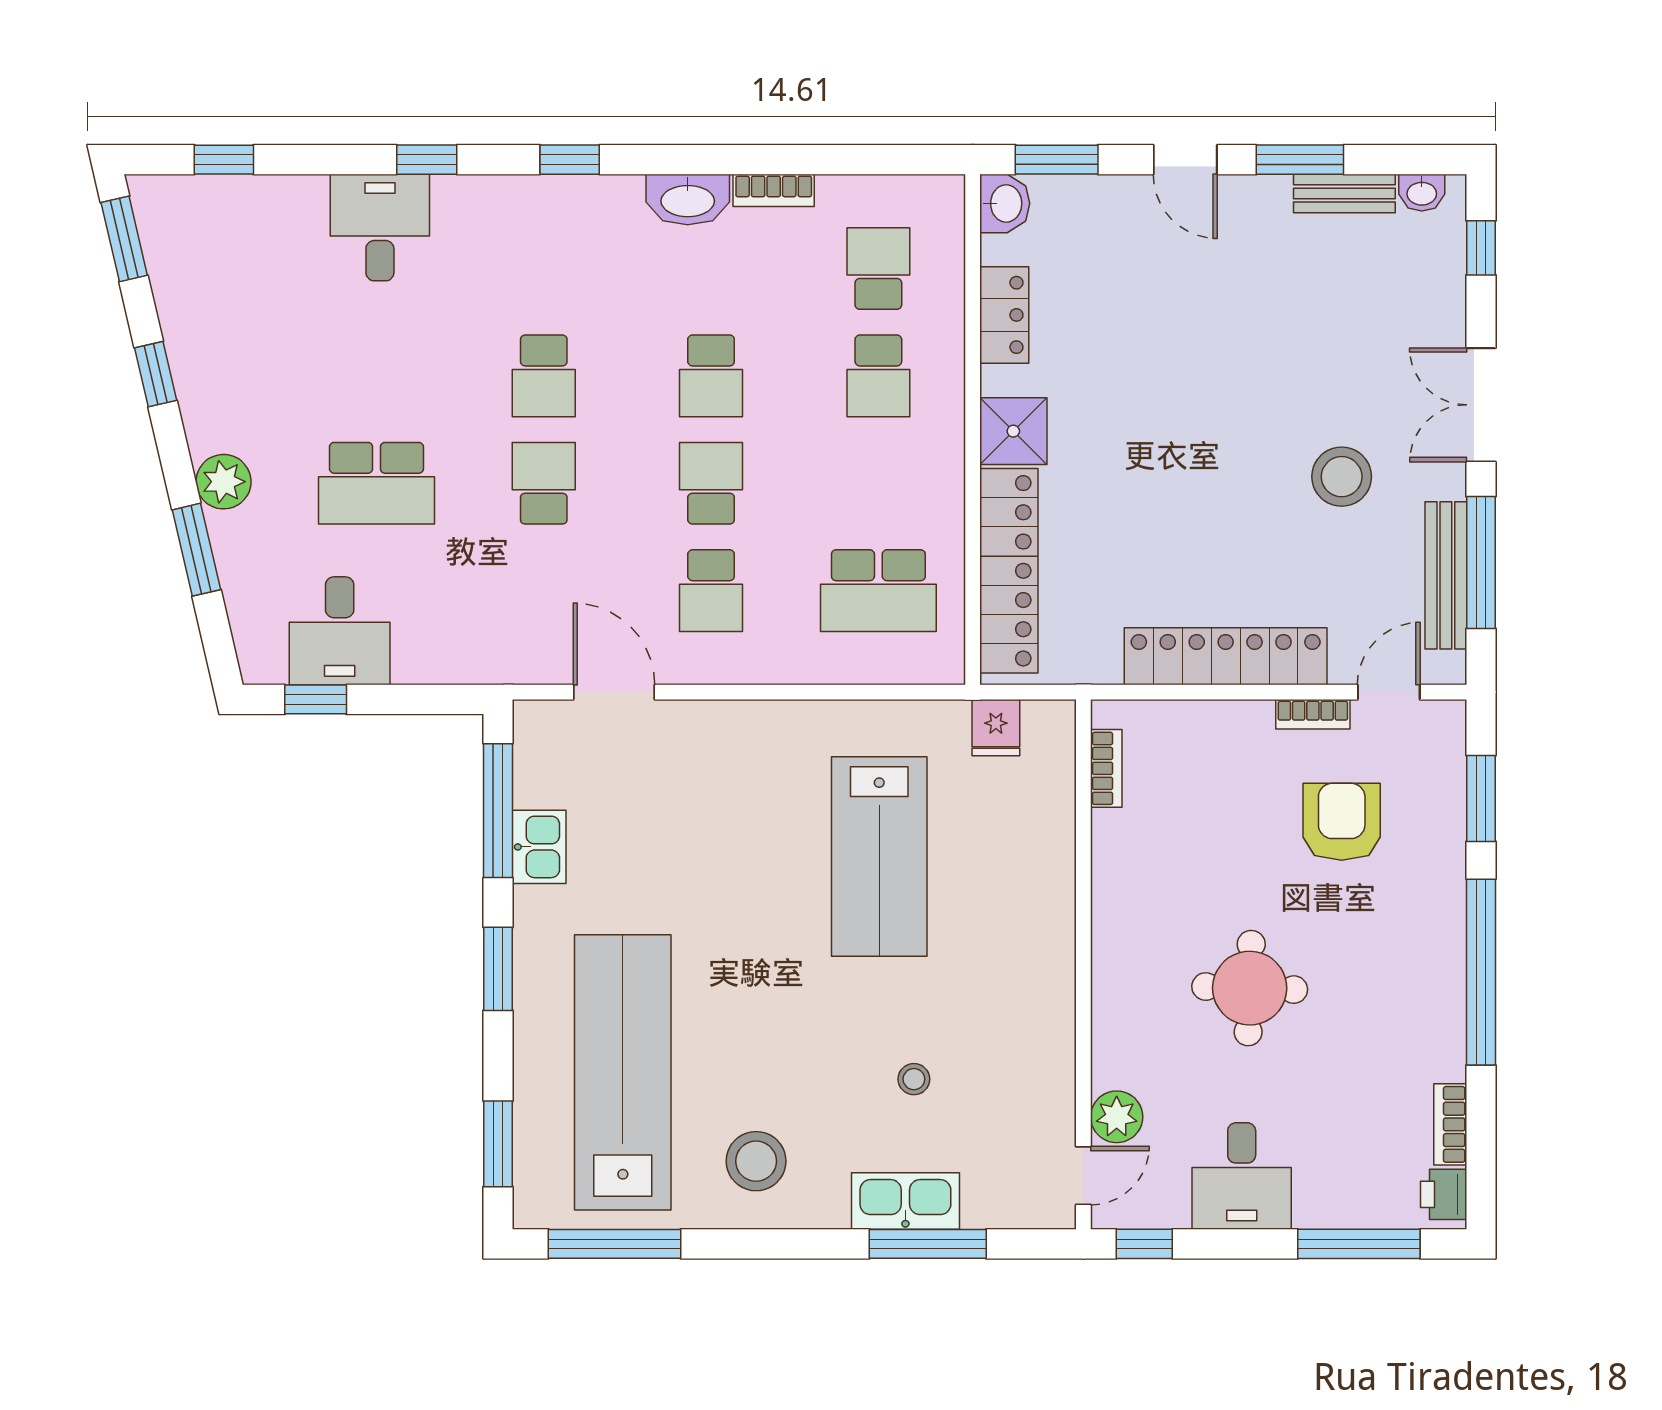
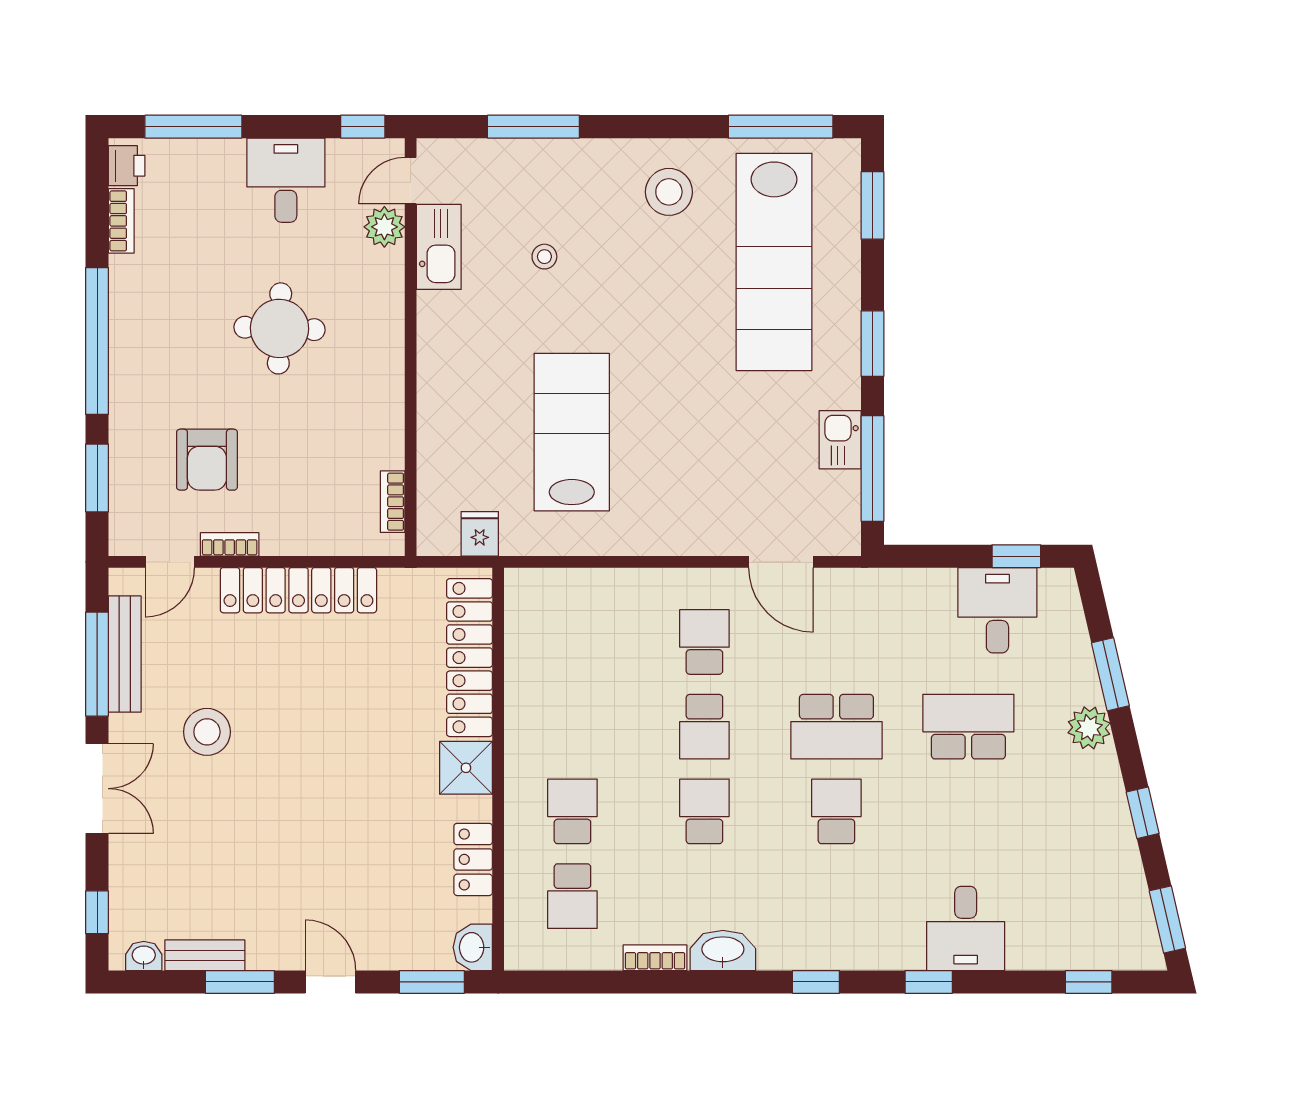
school desk: (544, 483) -> (836, 727), width x1.85
school desk: (878, 591) -> (572, 642), removed
kitchen sink: (905, 1201) -> (439, 247), moved, turned -90

